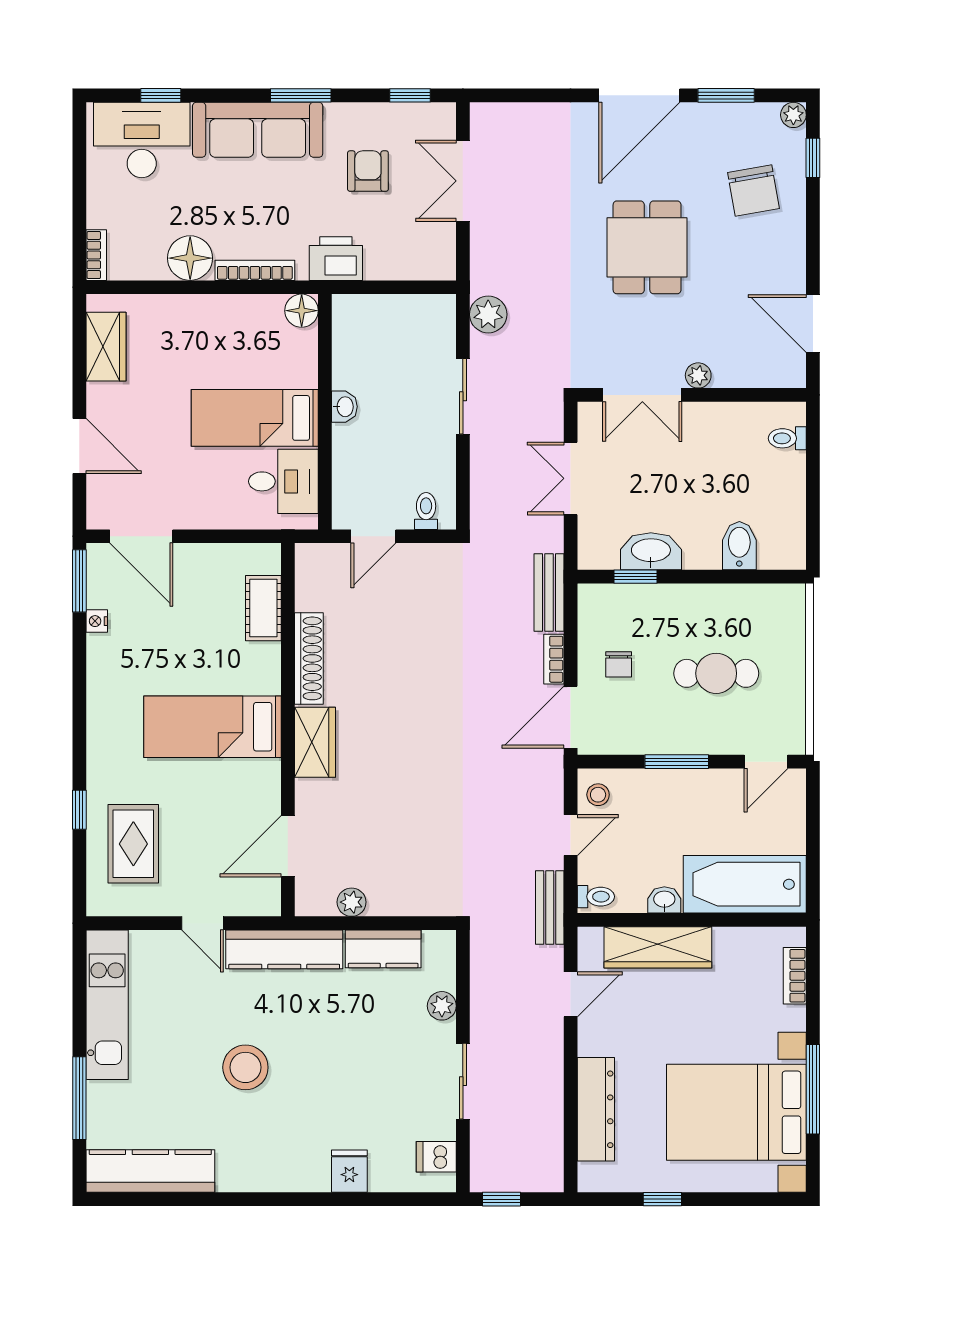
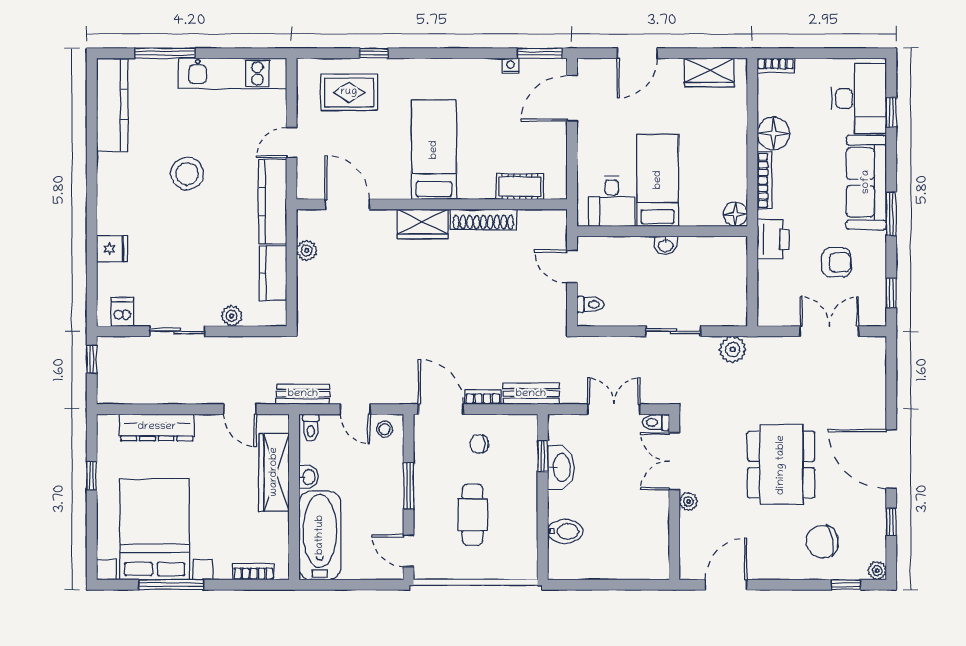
window: (726, 95) -> (891, 522), width x0.67
dining table: (647, 247) -> (781, 465), width x1.38
toilet: (787, 438) -> (656, 422), moved, turned -90

